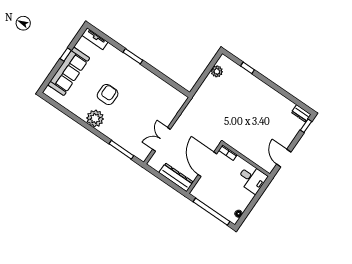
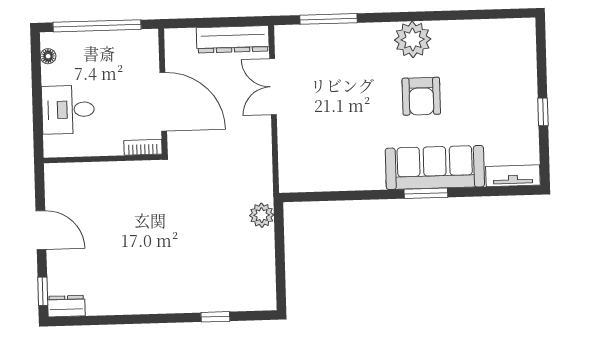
sofa: (69, 71) -> (435, 167), moved, turned 90
plant: (217, 71) -> (262, 215), moved
double door: (161, 139) -> (273, 87), swing flipped
door: (284, 158) -> (41, 230), moved
dresser: (176, 177) -> (233, 39), moved
desk: (252, 179) -> (68, 110), moved

